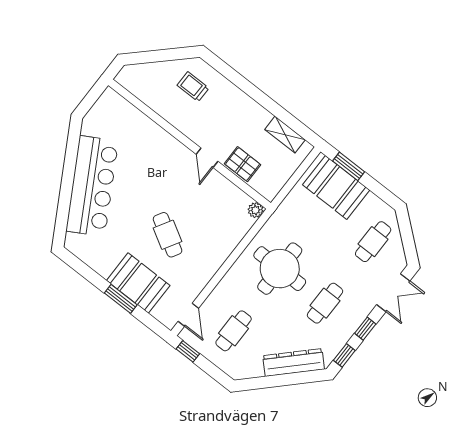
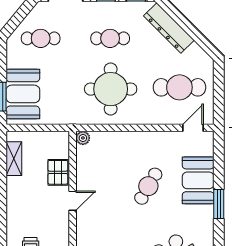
window: (121, 299) -> (219, 204), moved
cafe table: (234, 331) -> (179, 87), width x1.37, depth x1.35
window: (188, 351) -> (219, 108), removed

